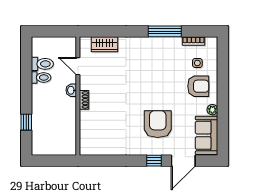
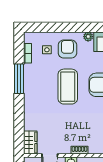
wardrobe: (104, 44) -> (30, 143), moved
coffee table: (156, 87) -> (68, 87), added

